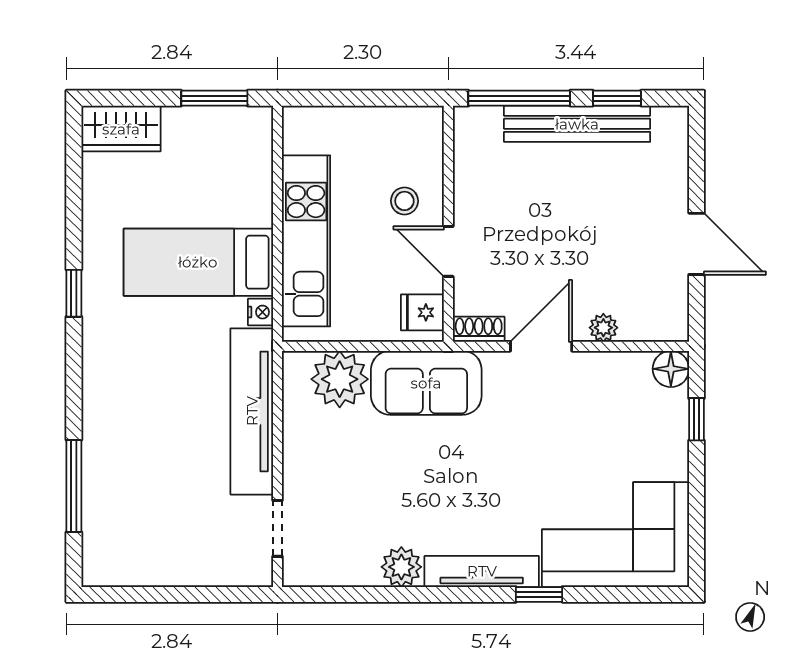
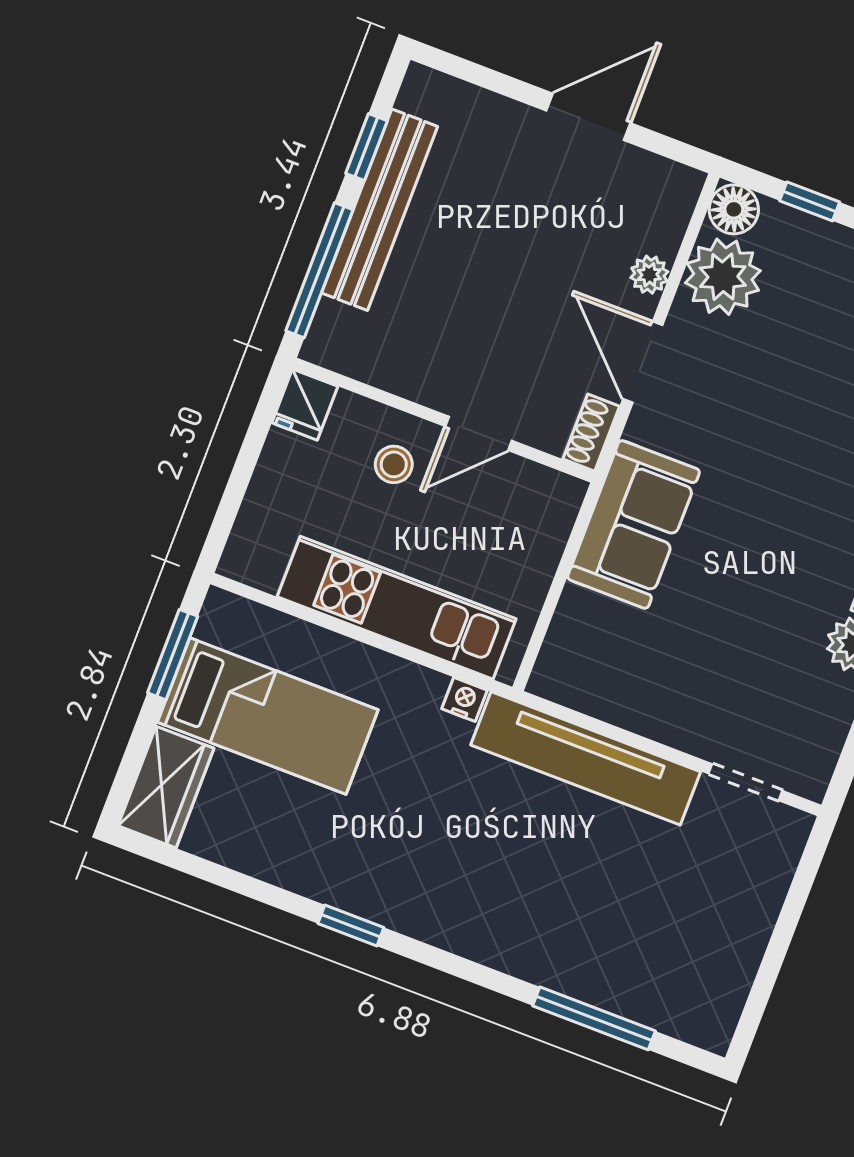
bed: (198, 262) -> (268, 716), moved, turned -90
fridge: (422, 312) -> (305, 405), moved
plant: (340, 379) -> (723, 277), moved

